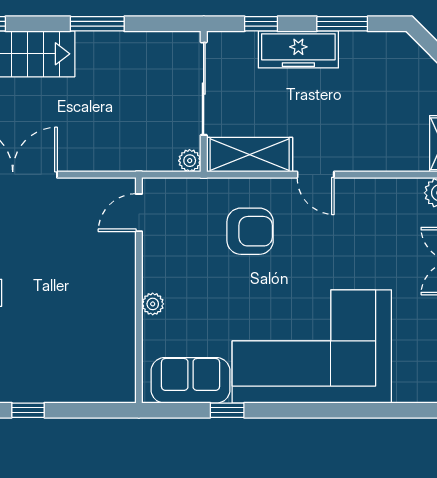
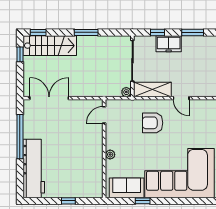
freezer: (298, 49) -> (169, 44), width x0.71
armchair: (250, 231) -> (153, 123), turned 180
window: (28, 410) -> (68, 201), moved

